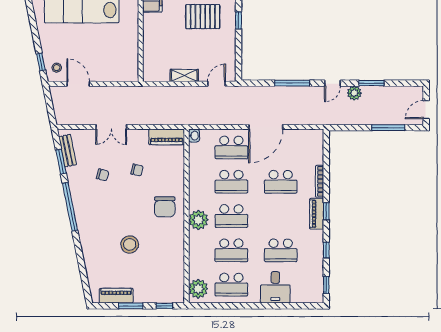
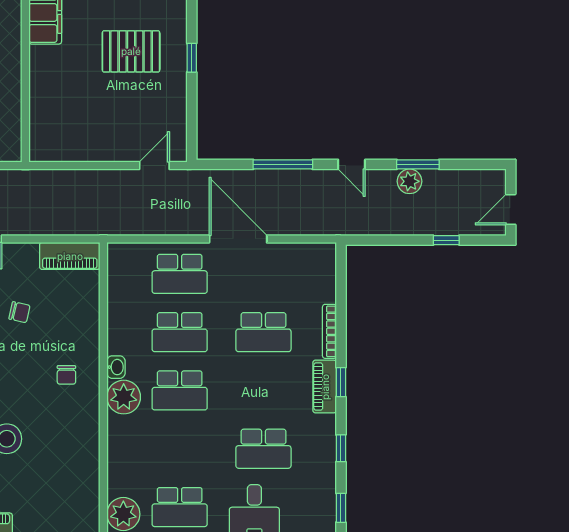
shelving: (184, 75) -> (100, 151), removed
door: (332, 83) -> (352, 164), hinge flipped
plant: (354, 93) -> (410, 181), moved
door: (266, 127) -> (238, 239), swing flipped
window: (388, 128) -> (446, 240), width x0.46
washbasin: (194, 136) -> (116, 367), moved
chair: (165, 207) -> (66, 375), width x0.54, depth x0.54
school desk: (231, 250) -> (180, 449), removed

